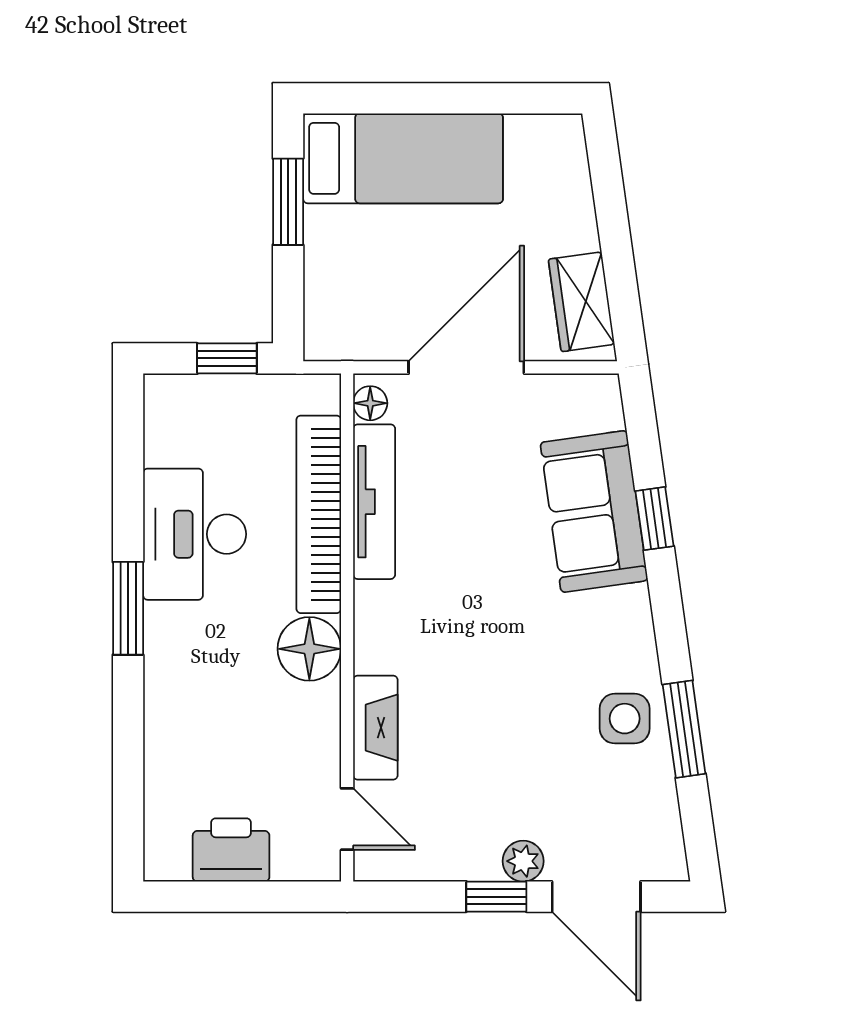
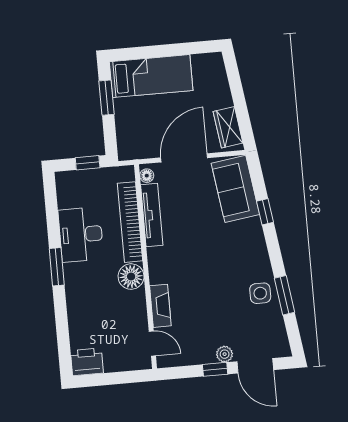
sofa: (594, 511) -> (235, 189), moved
printer: (231, 850) -> (87, 362), moved

